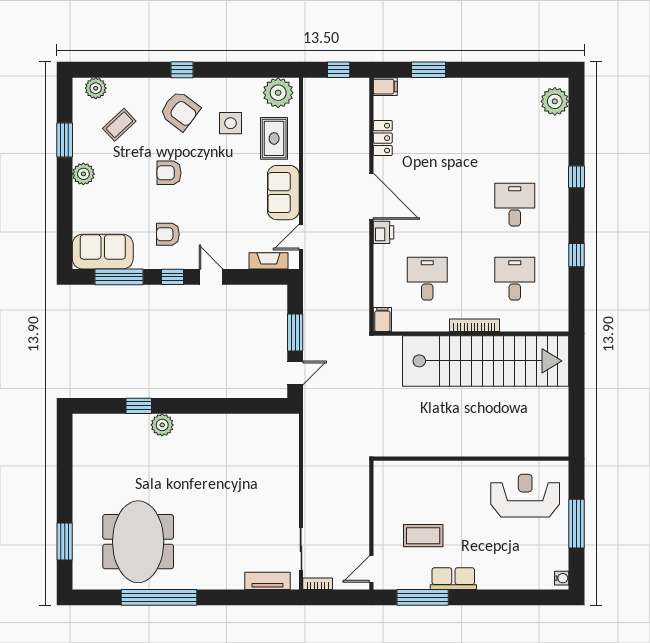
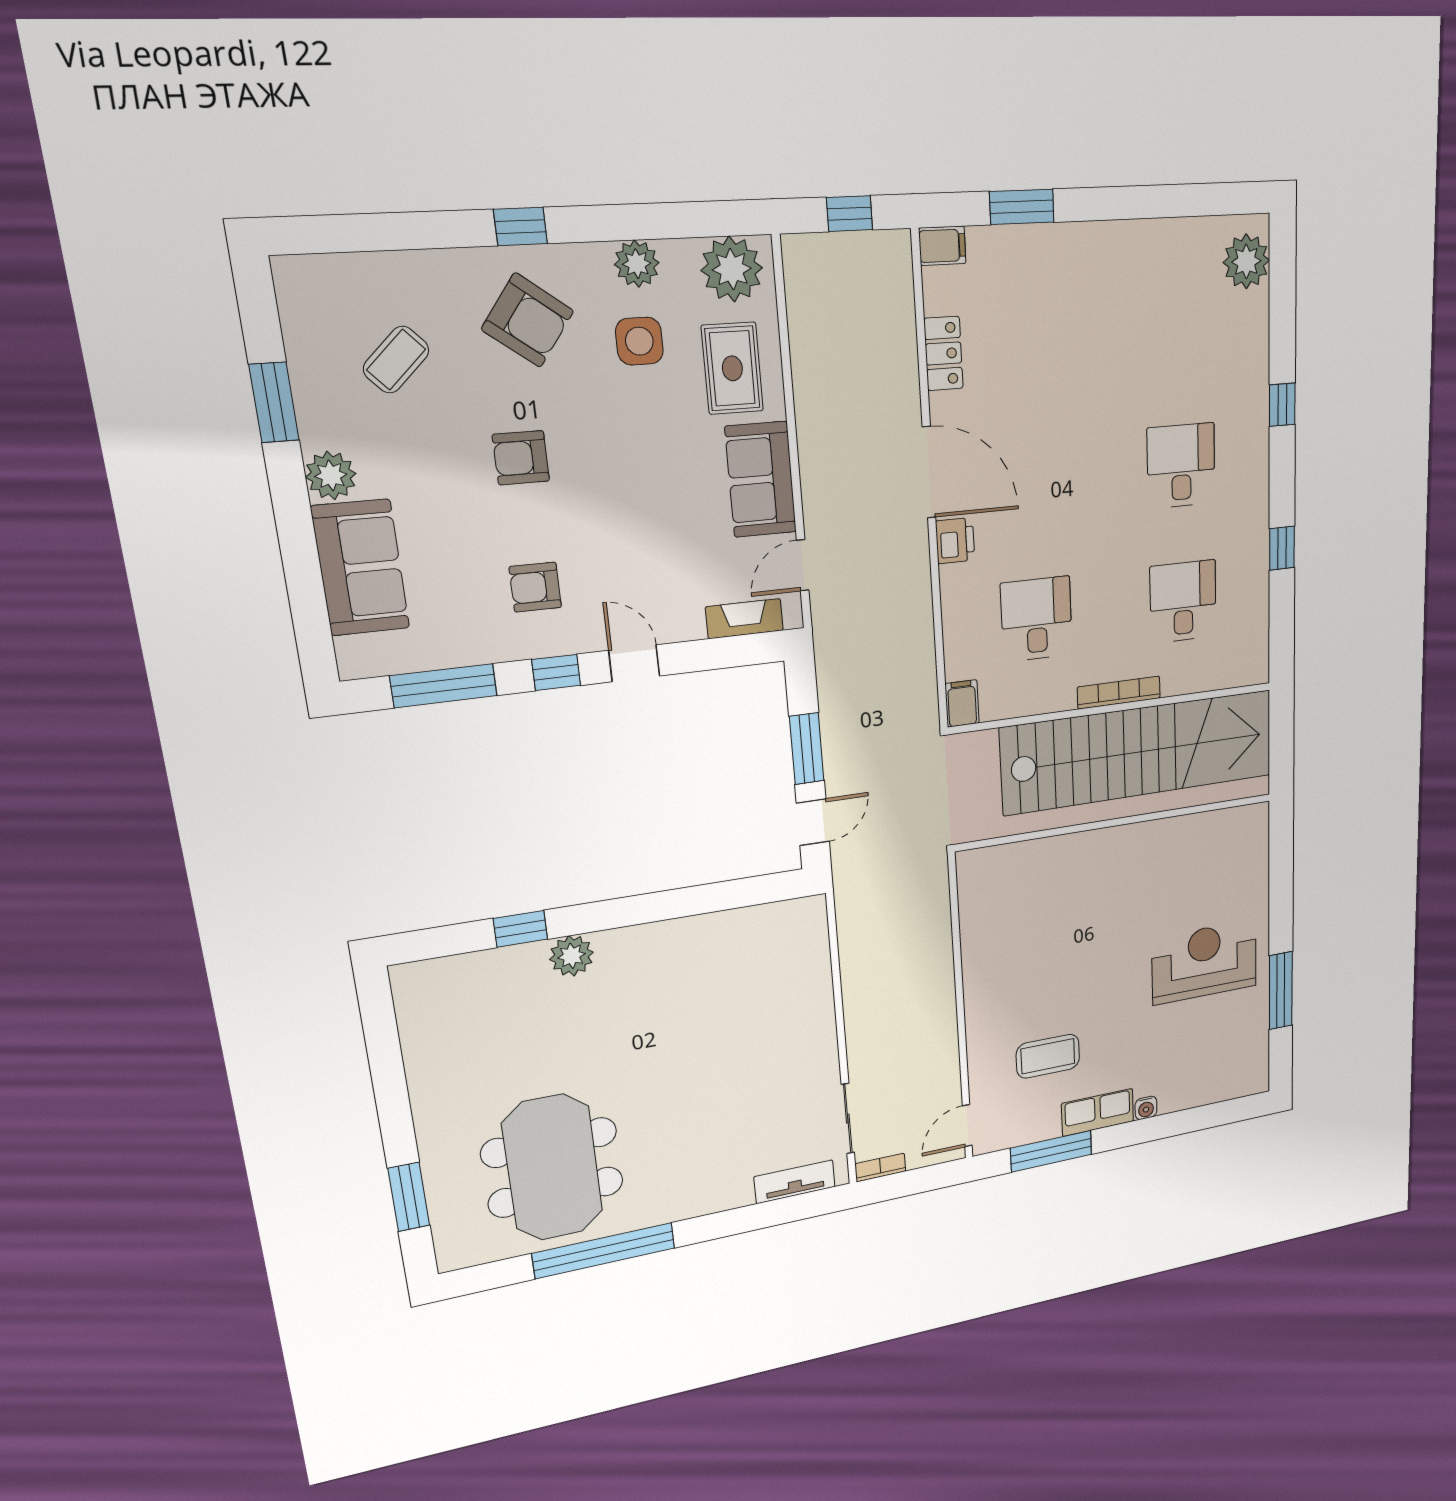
plant: (96, 88) -> (637, 264), moved
sofa: (103, 252) -> (361, 568), moved, turned 90
wall: (471, 459) -> (1117, 822), moved
water cooler: (562, 578) -> (1146, 1108), moved, turned 90

